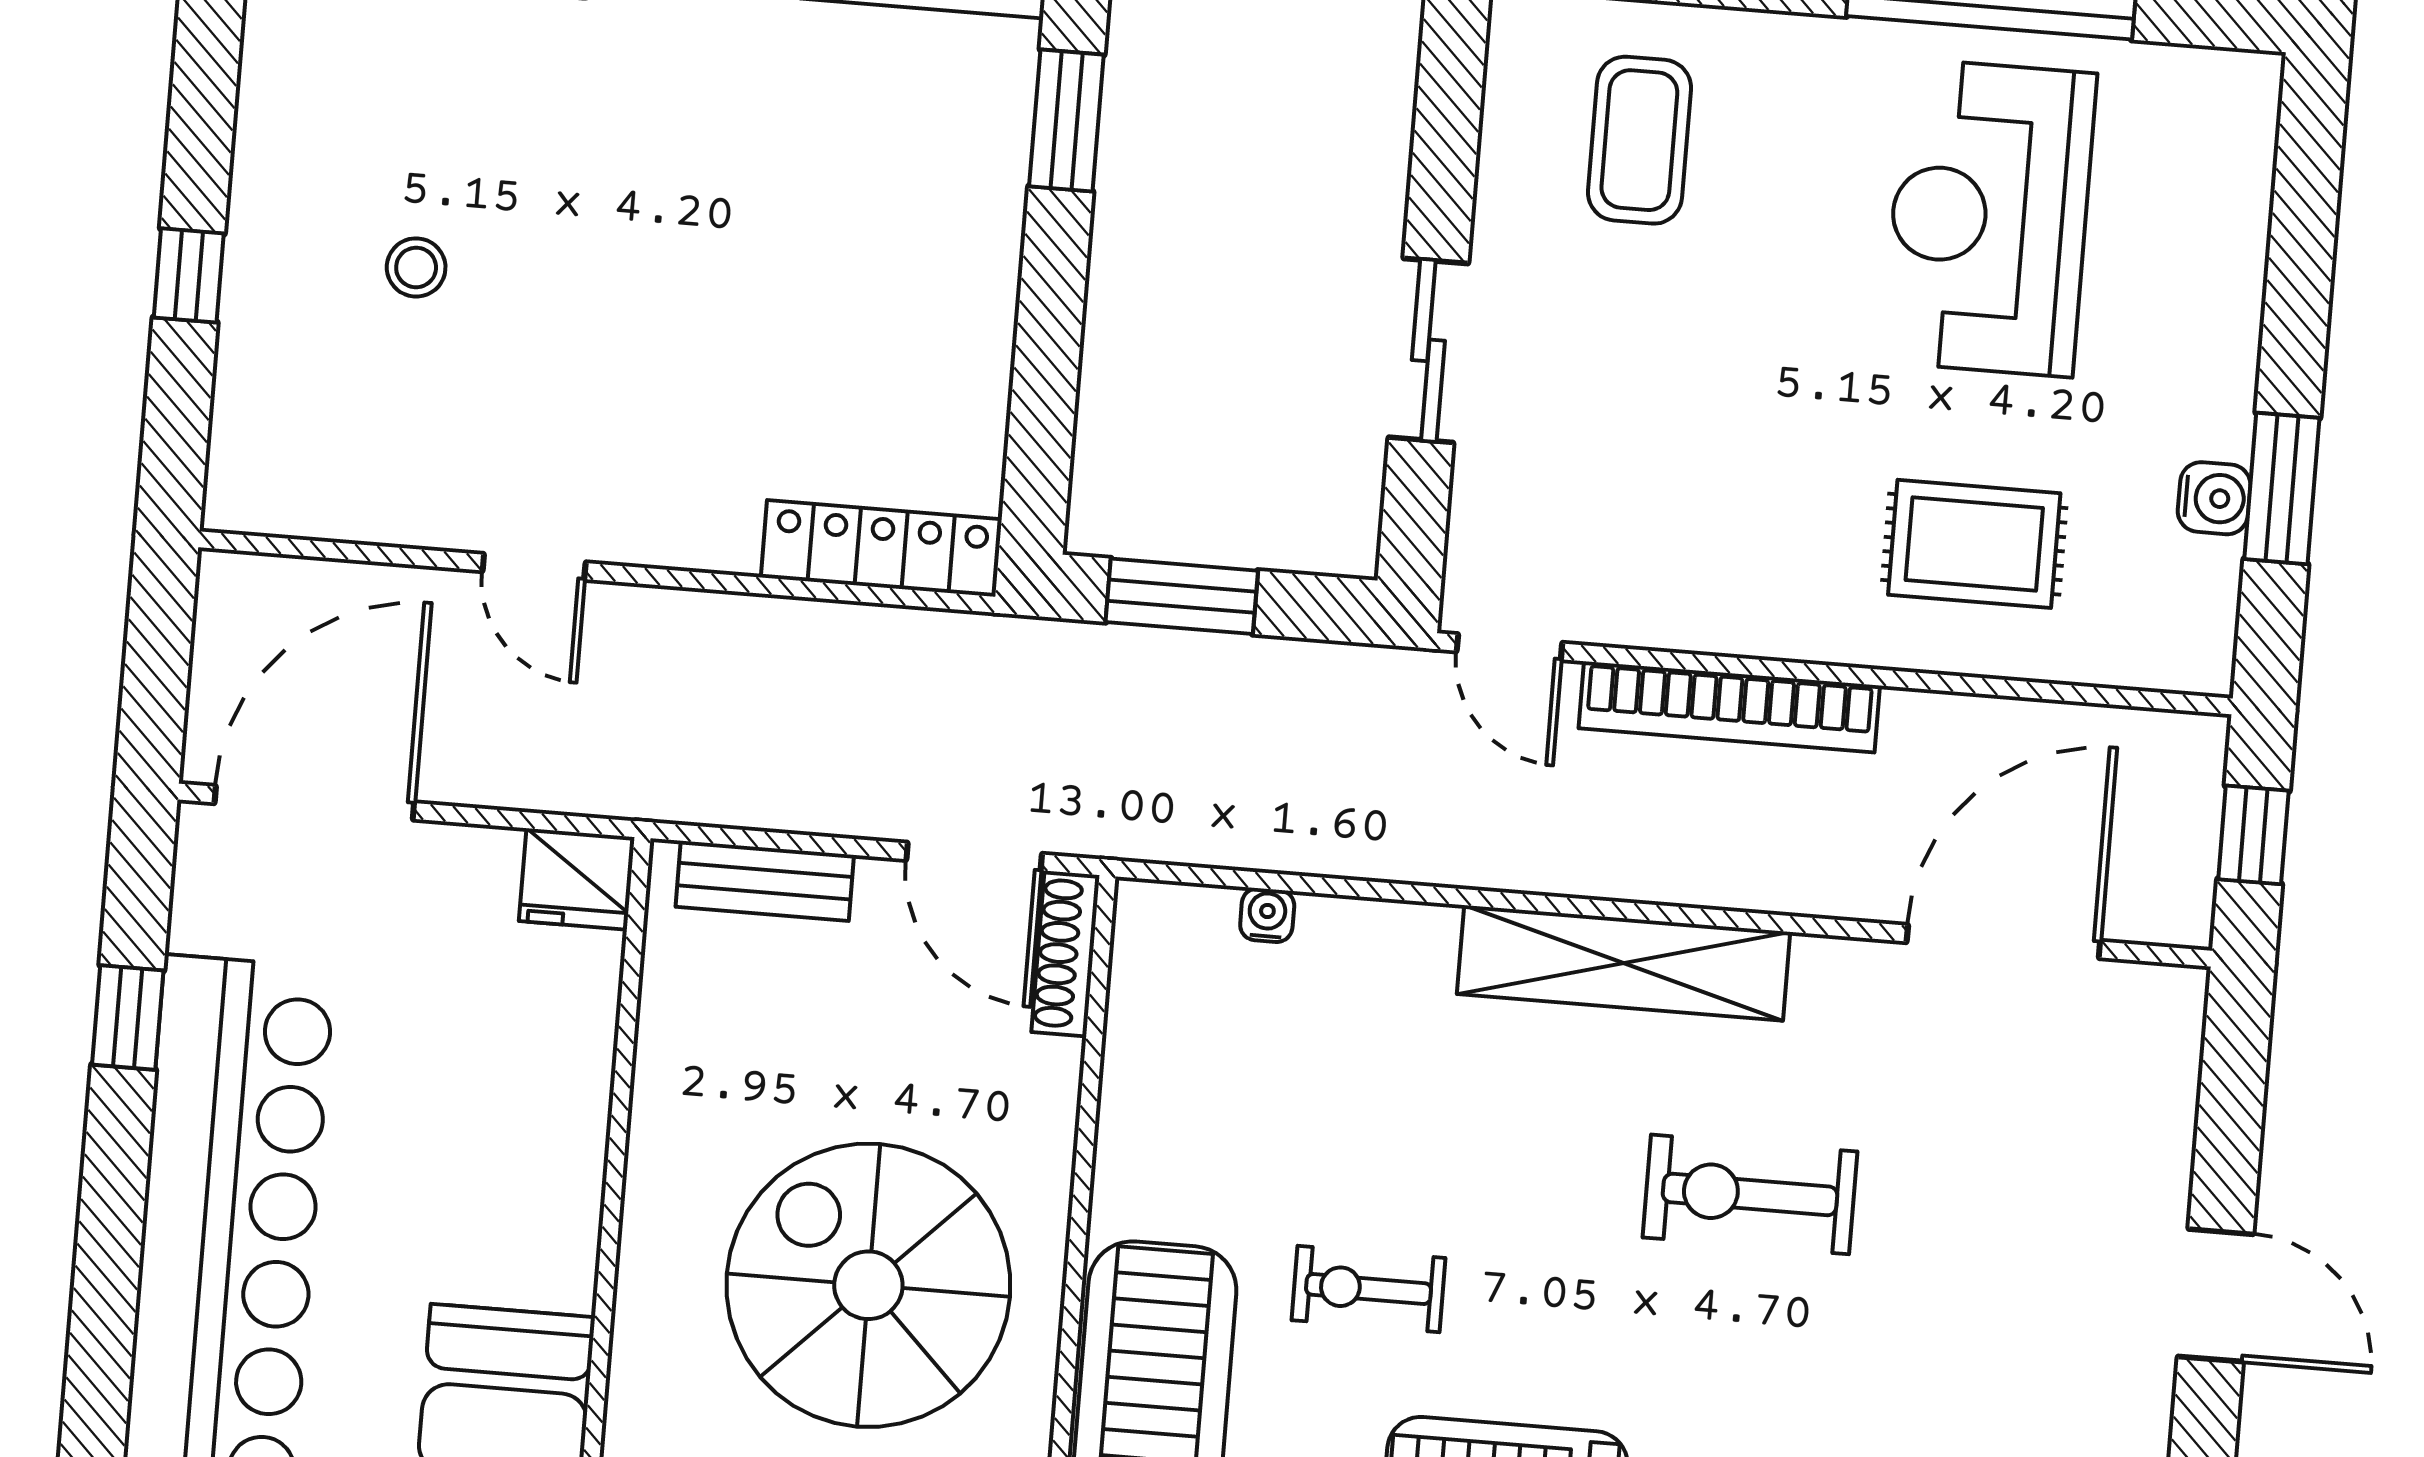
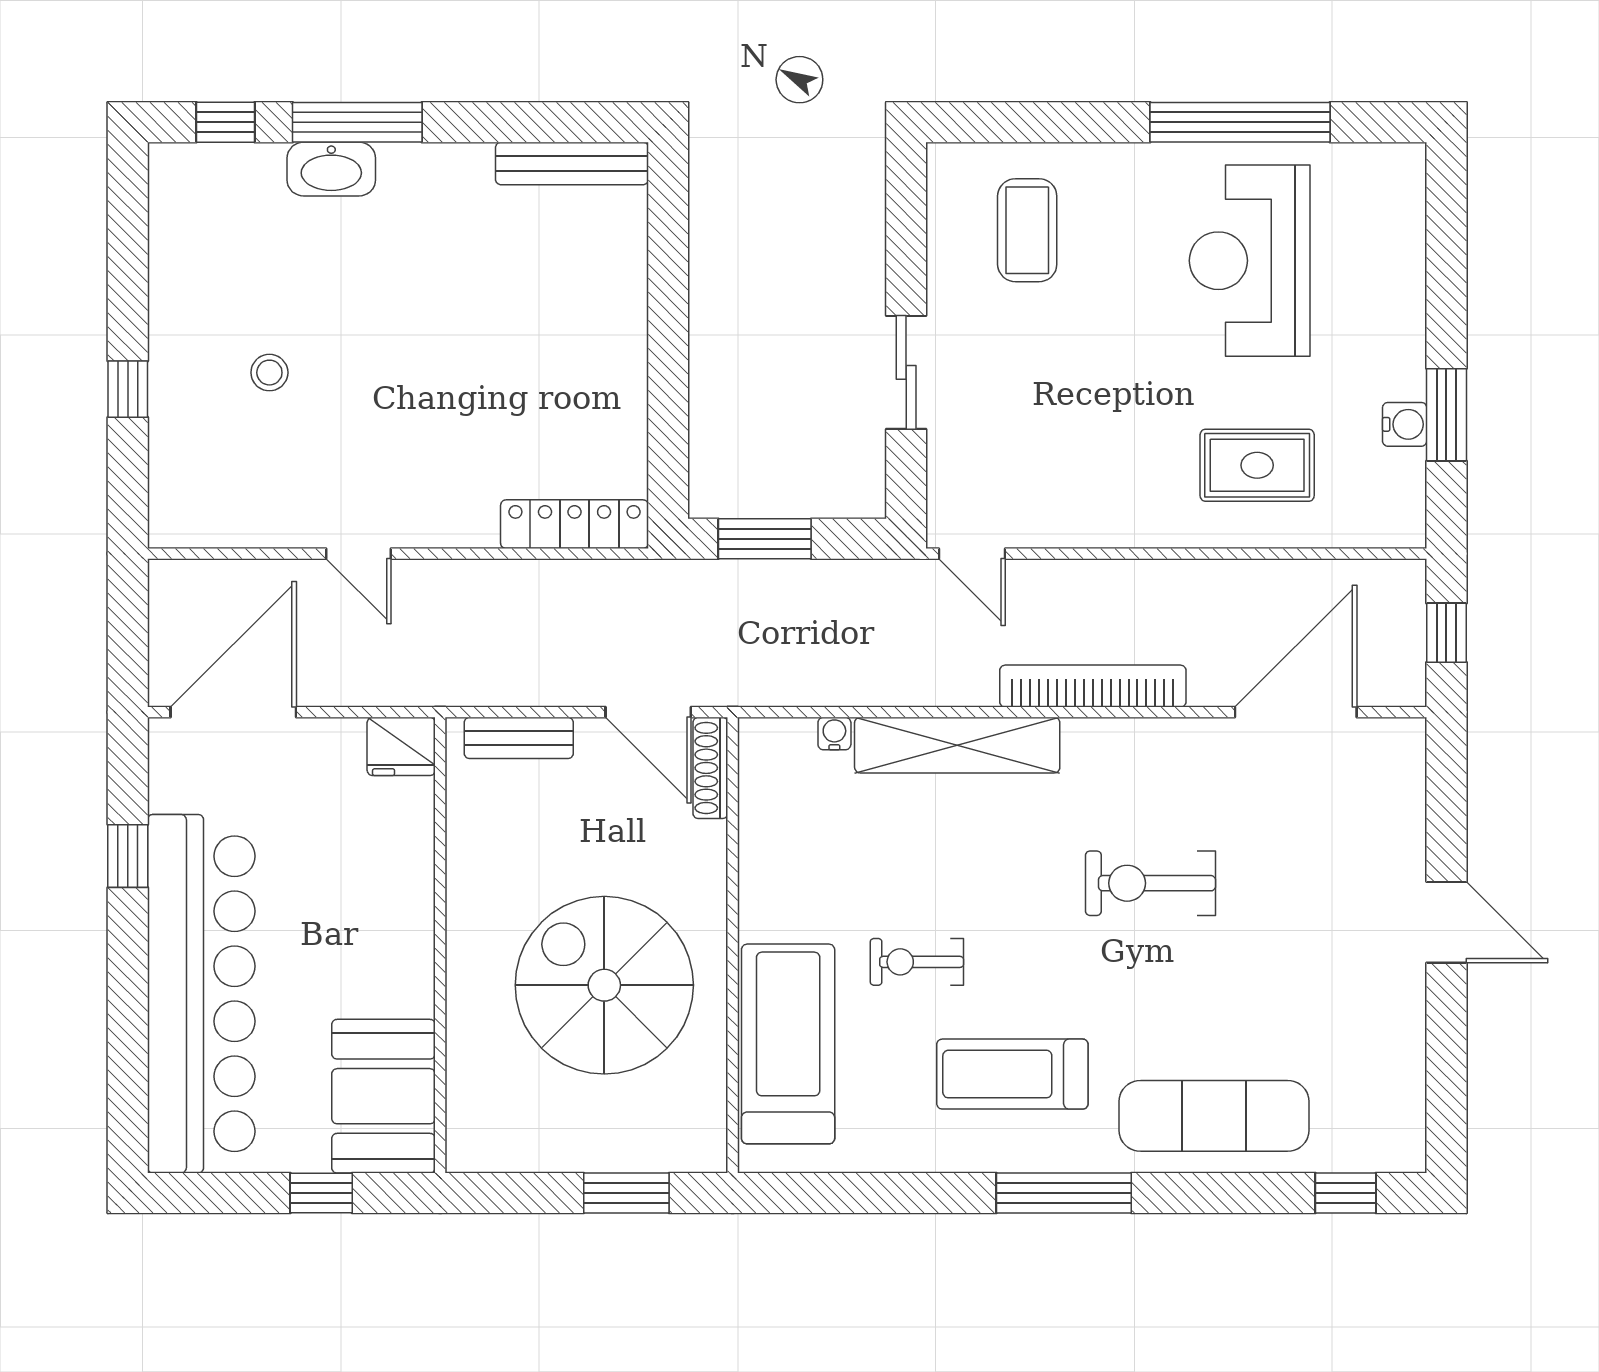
window: (1066, 121) -> (668, 247), removed
bookcase: (1729, 707) -> (1093, 686), moved, turned 180
shelving: (1624, 963) -> (957, 745), moved

